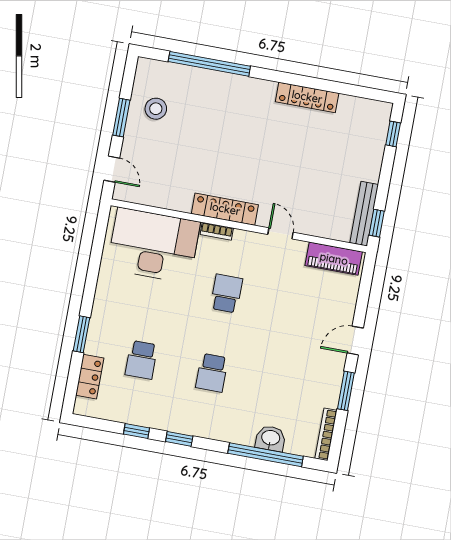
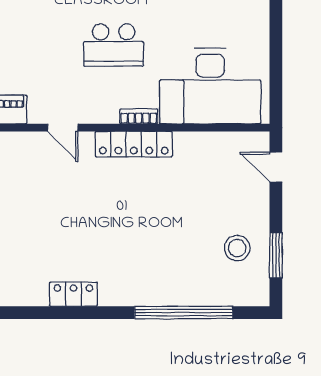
locker: (307, 97) -> (73, 294), width x0.66
window: (121, 118) -> (276, 255), moved
school desk: (226, 293) -> (114, 45), width x1.85

